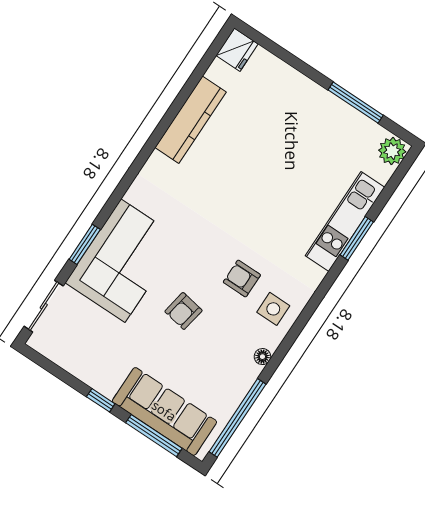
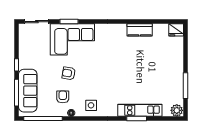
kitchen counter: (191, 120) -> (140, 30), width x0.67
armchair: (242, 279) -> (63, 97), moved

